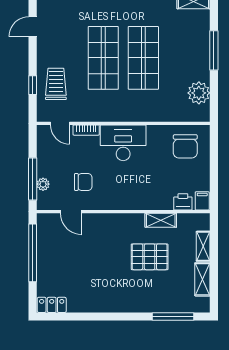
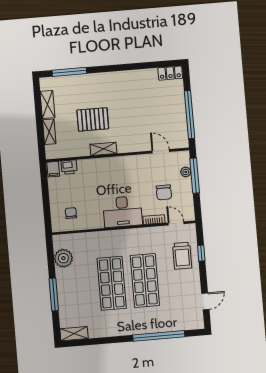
chair: (185, 146) -> (71, 213), width x0.54, depth x0.54
chair: (83, 182) -> (164, 192), moved, turned -90
shelving: (161, 220) -> (103, 149), moved

